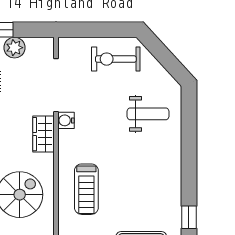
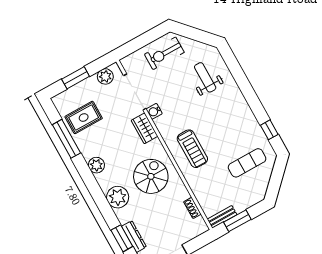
plant: (14, 48) -> (105, 76), moved
weight bench: (148, 114) -> (205, 77), turned -90

